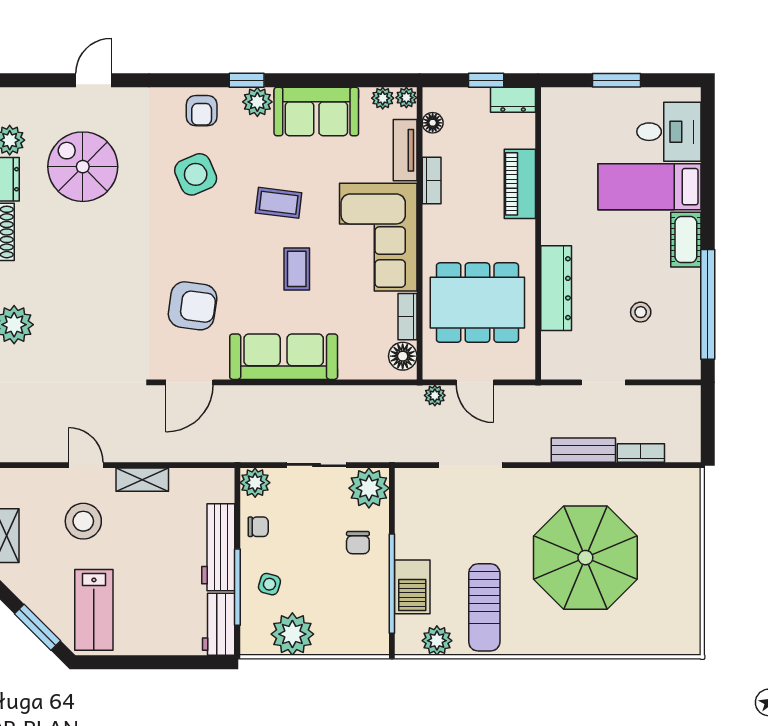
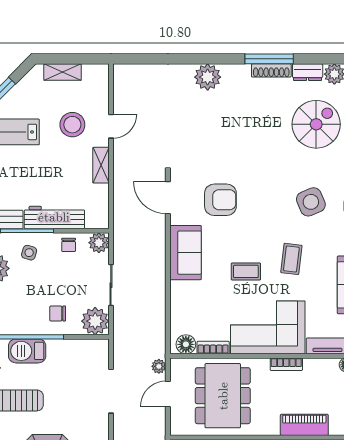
bookcase: (432, 181) -> (286, 364), moved
armchair: (193, 306) -> (220, 200), turned -98
sofa: (284, 357) -> (186, 253), width x0.73

